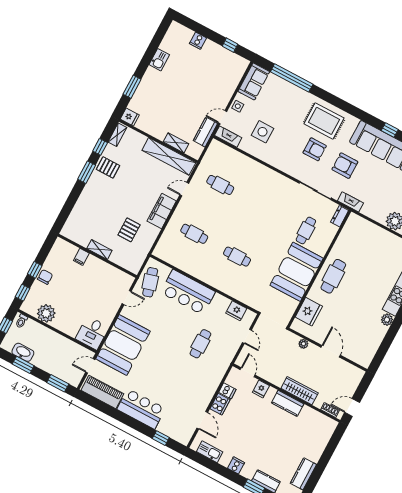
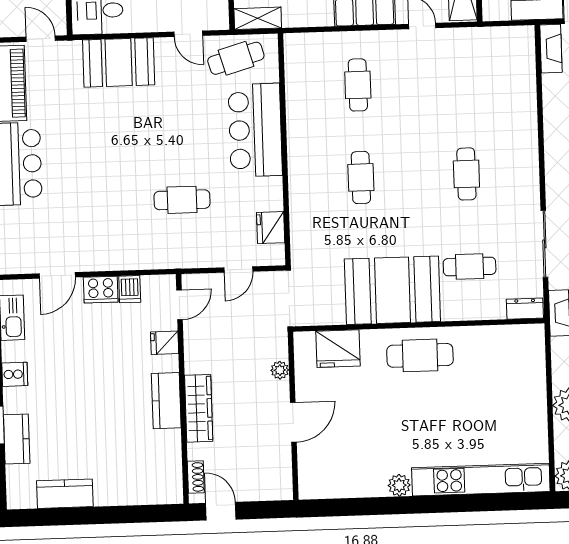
cafe table: (220, 185) -> (466, 174), moved
shelving: (138, 262) -> (258, 18), added
booth: (123, 345) -> (119, 62), width x0.73, depth x0.70

